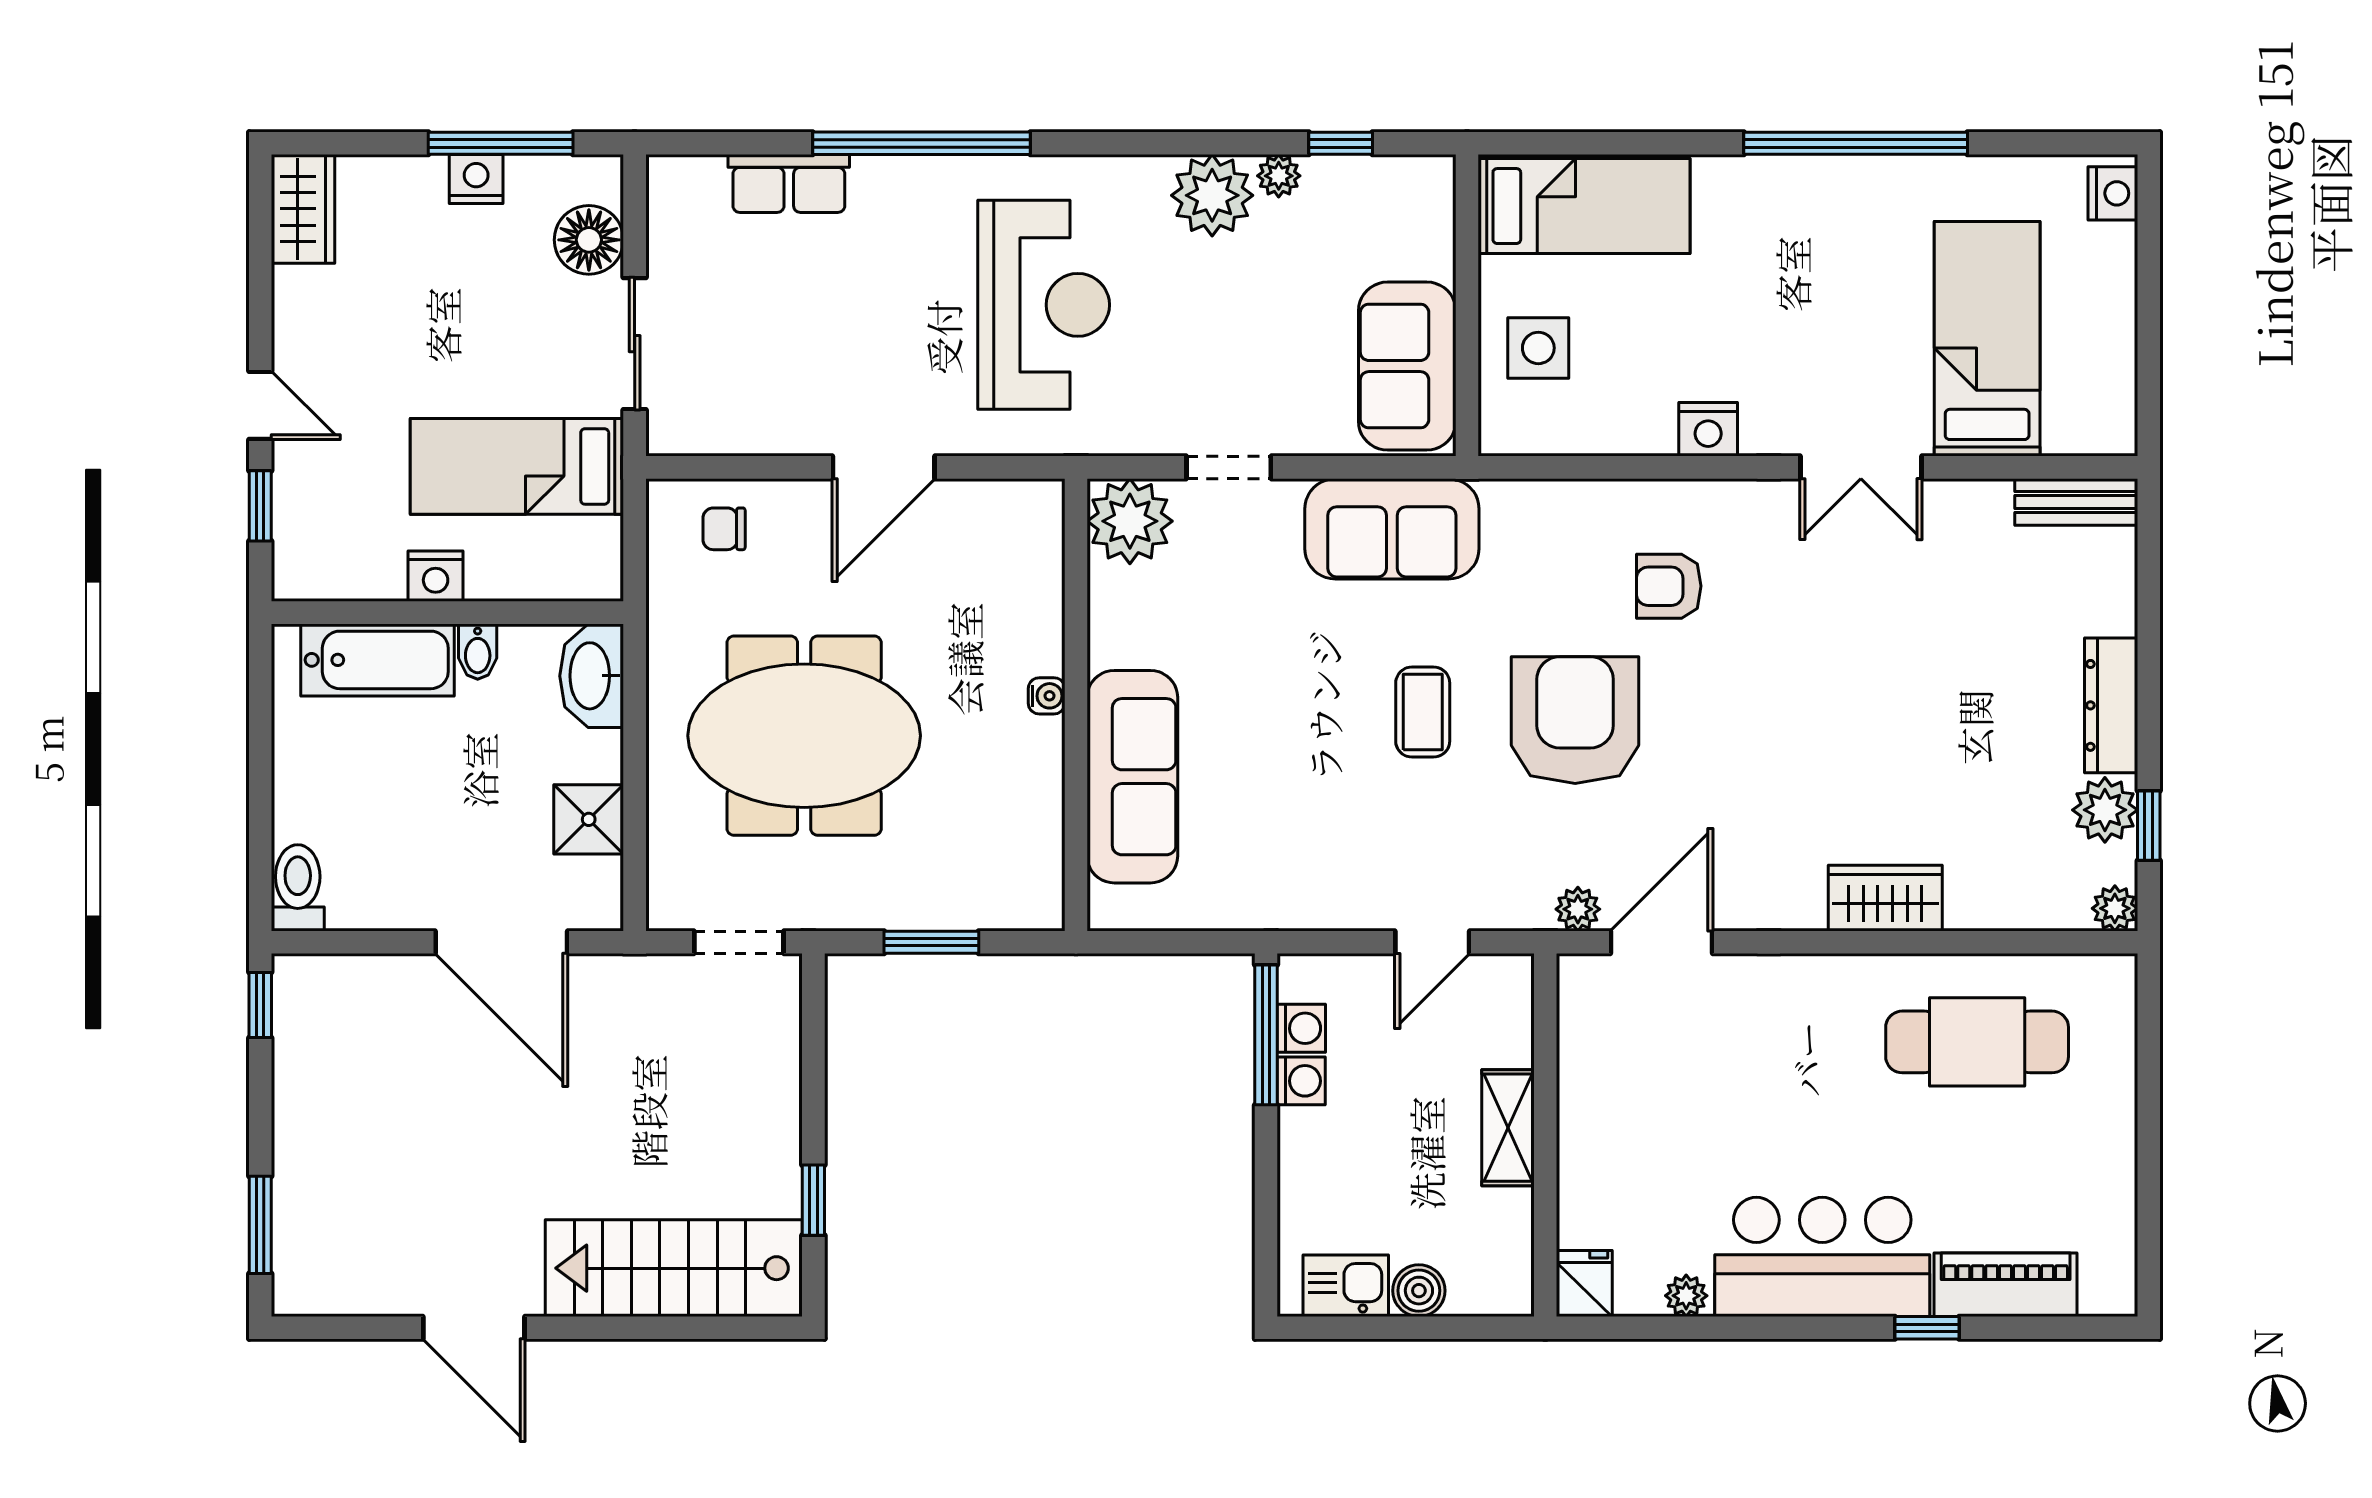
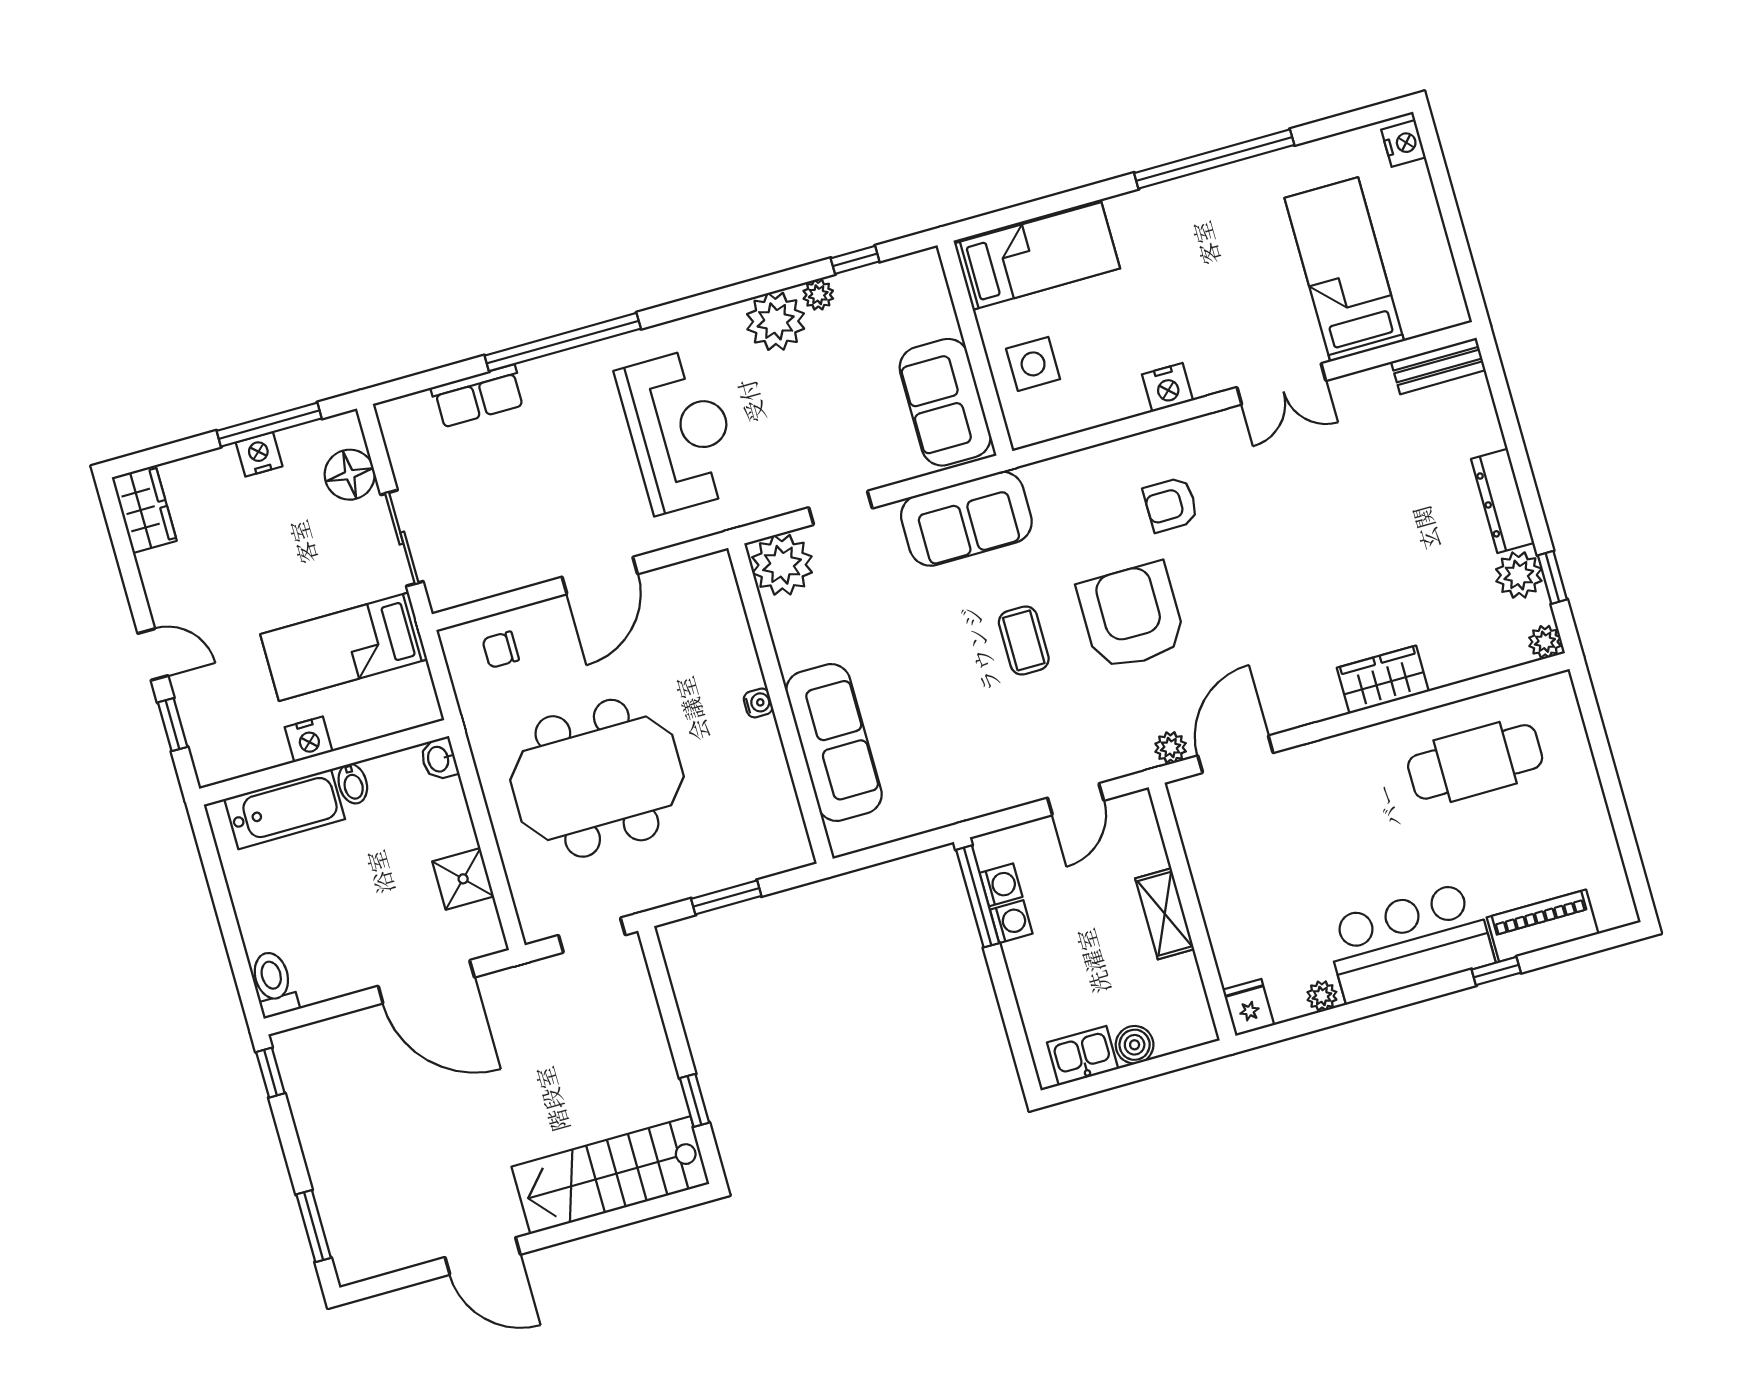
washbasin: (592, 676) -> (439, 759), width x0.52, depth x0.69

